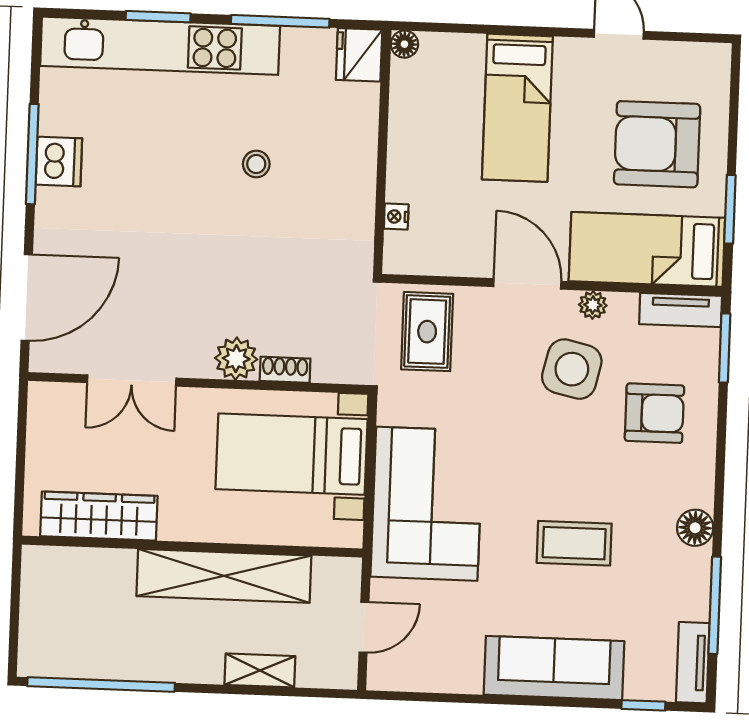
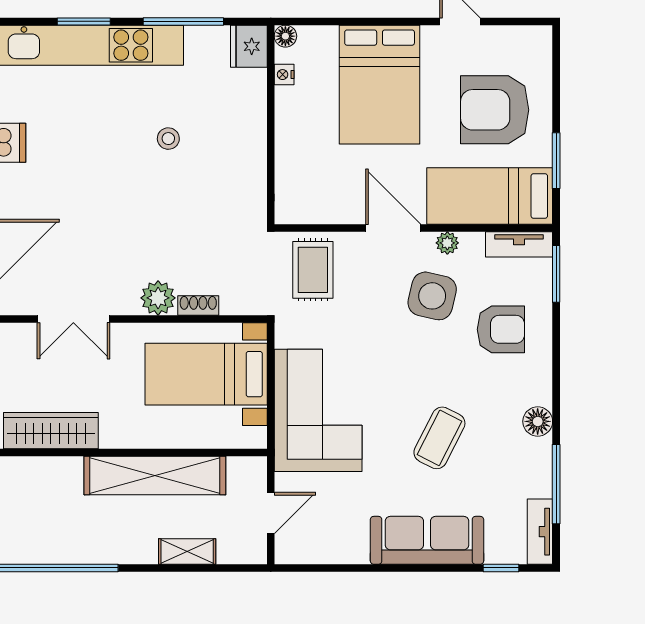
bed: (517, 108) -> (380, 85), width x1.50
nightstand: (396, 217) -> (284, 75), moved
coffee table: (574, 543) -> (439, 438), turned -63

